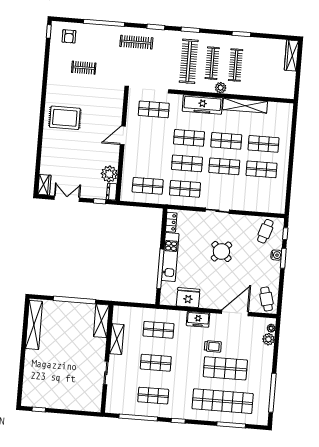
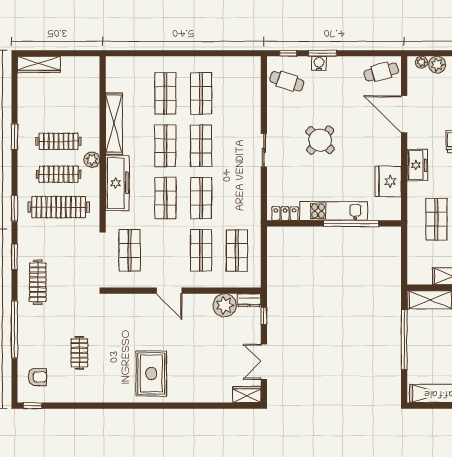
shop shelf: (185, 189) -> (201, 250), moved

